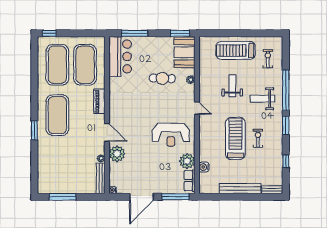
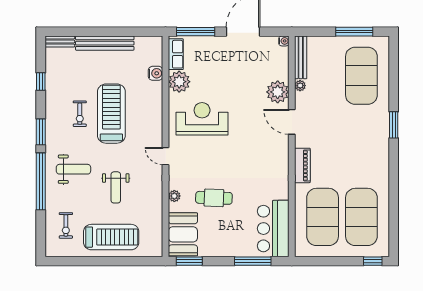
exercise mat: (57, 115) -> (361, 76), moved
treadmill: (235, 138) -> (111, 114), turned 180

